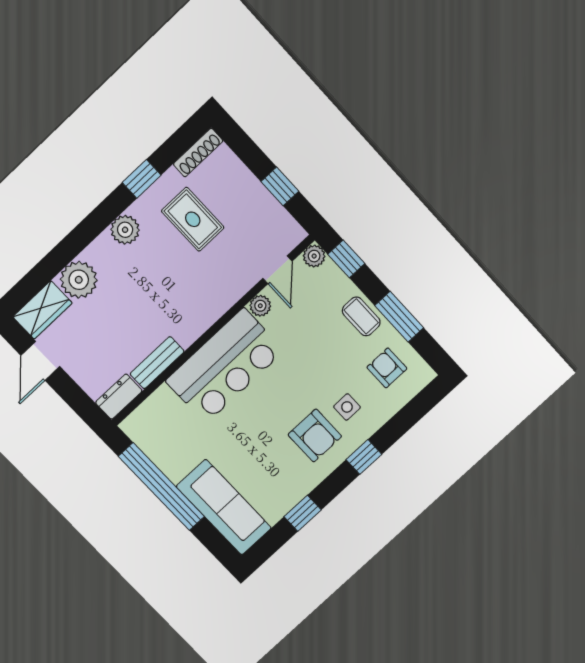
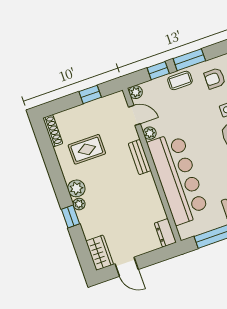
window: (142, 179) -> (71, 217), moved
window: (346, 259) -> (158, 71), moved
plant: (79, 280) -> (79, 204), moved, width x0.53, depth x0.53
bench: (157, 363) -> (140, 157), moved
bar counter: (225, 366) -> (178, 178), width x1.36

